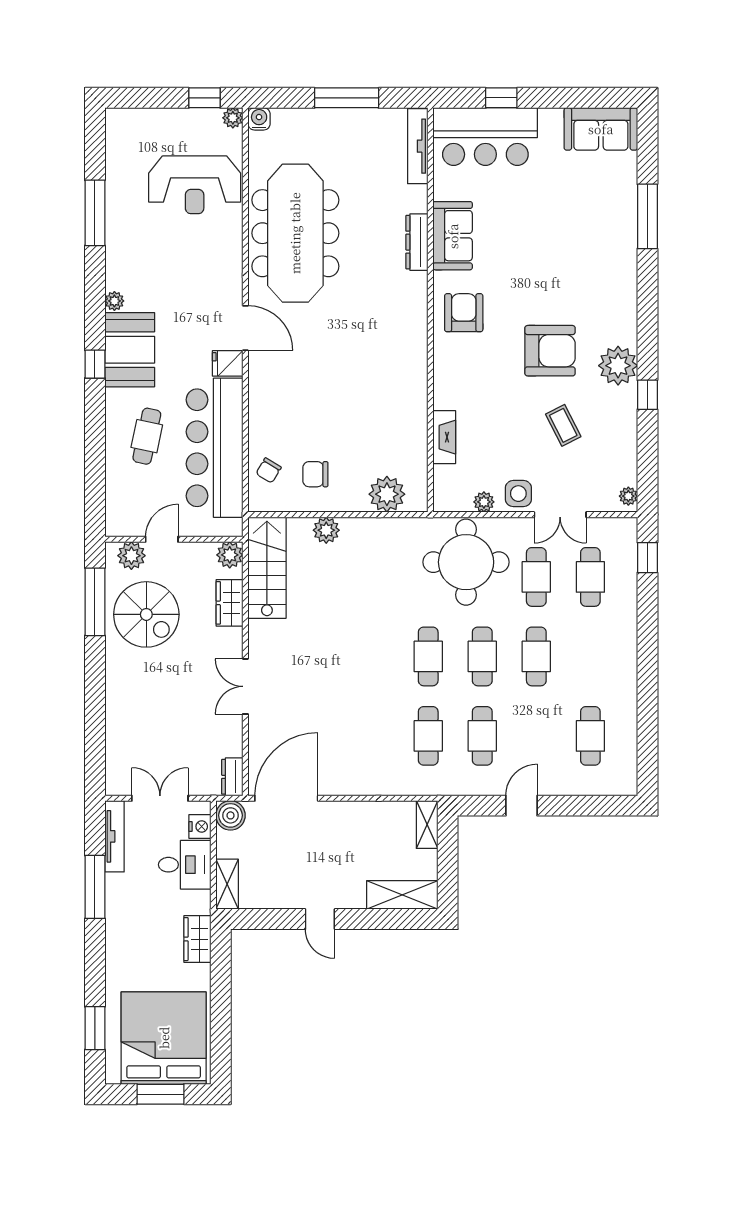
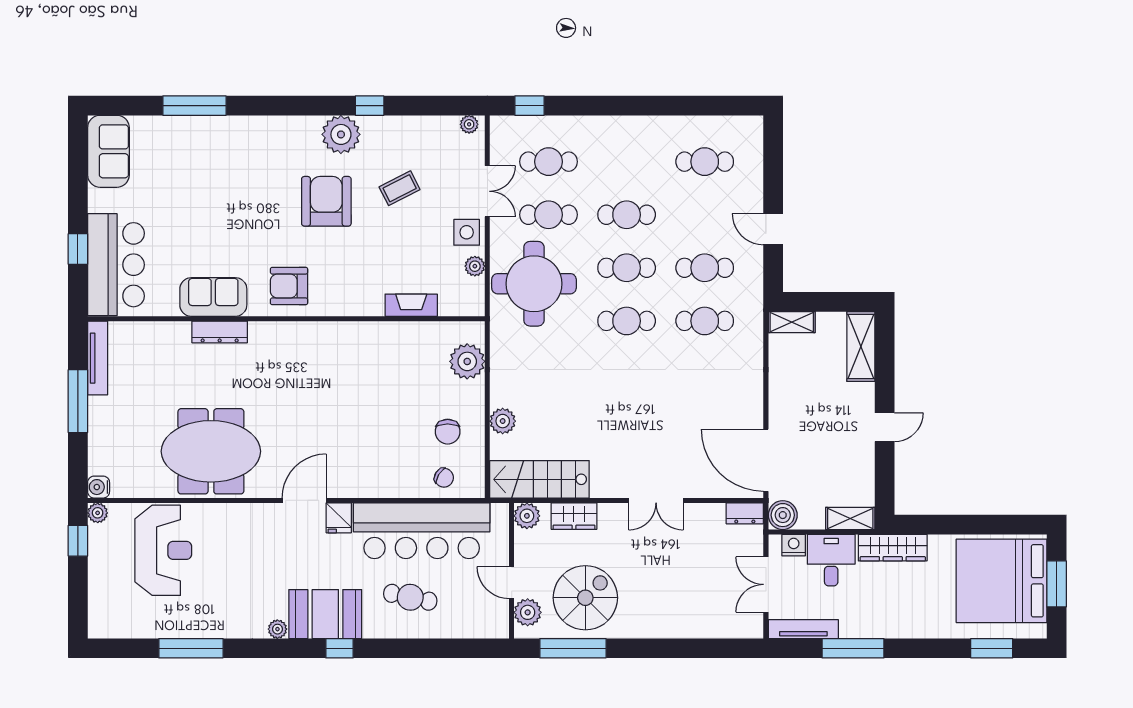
tv unit: (418, 146) -> (98, 358), moved, turned -90
meeting table: (295, 233) -> (211, 451), width x0.73
wardrobe: (197, 939) -> (893, 548), width x1.50

